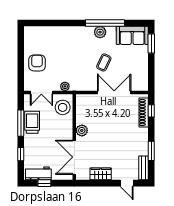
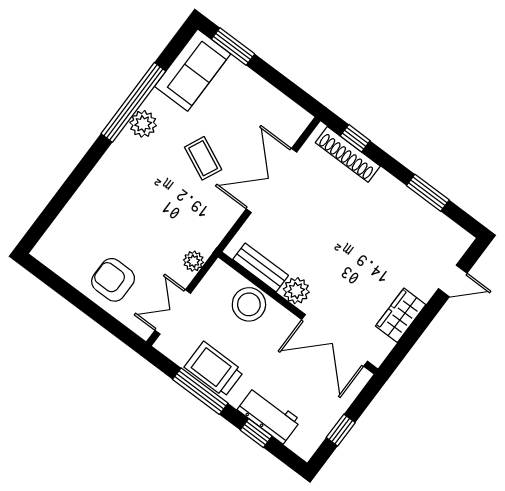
double door: (41, 92) -> (173, 312), swing flipped
stool: (63, 107) -> (249, 304), moved
bench: (143, 168) -> (261, 267), moved
workbench: (38, 173) -> (269, 415), moved, turned 90

